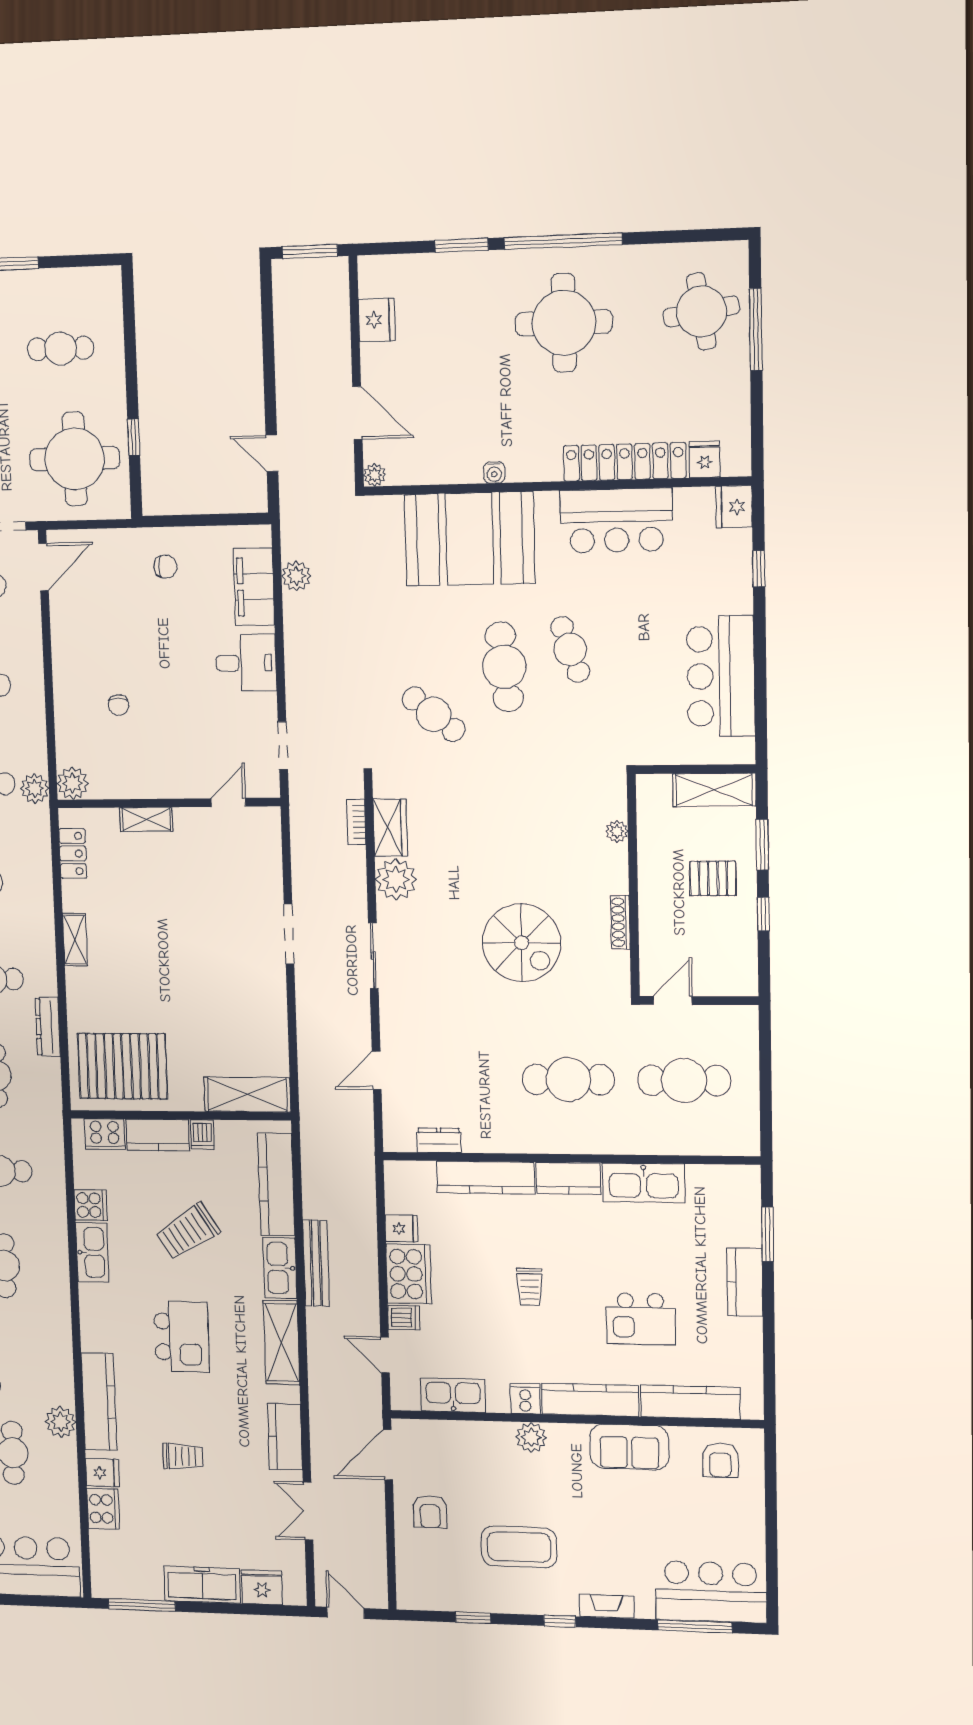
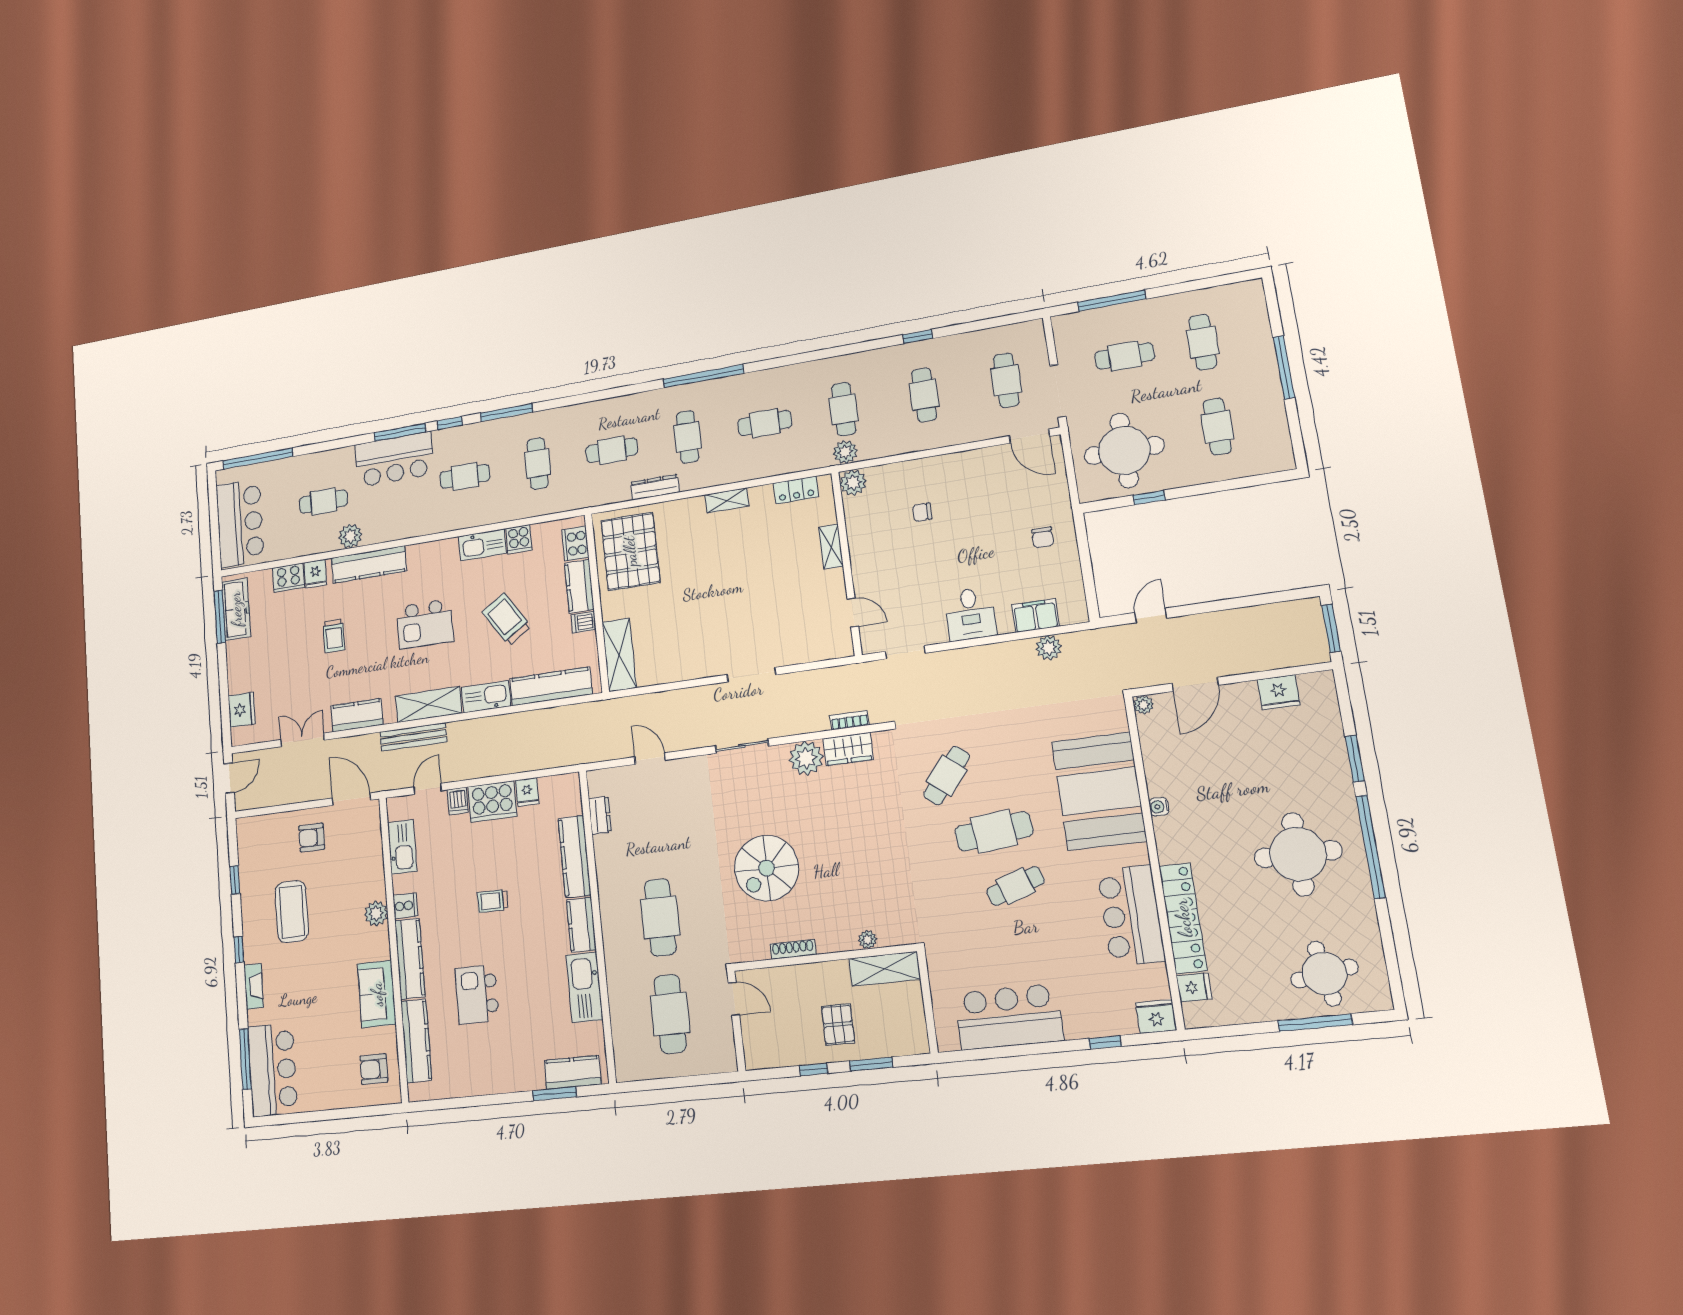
filing cabinet: (254, 587) -> (1035, 616), width x0.67, depth x0.86
shelving: (714, 790) -> (885, 969), moved, turned 90
bench: (316, 1263) -> (413, 737), moved
kitchen counter: (745, 1282) -> (573, 1072), moved
freezer: (202, 1585) -> (236, 609), moved

